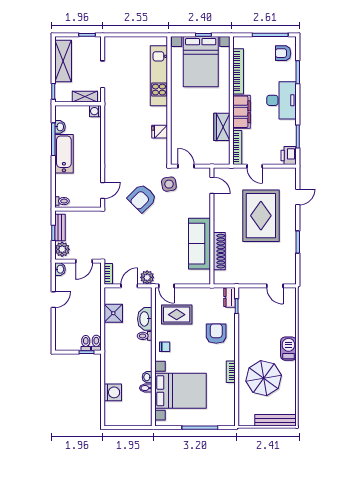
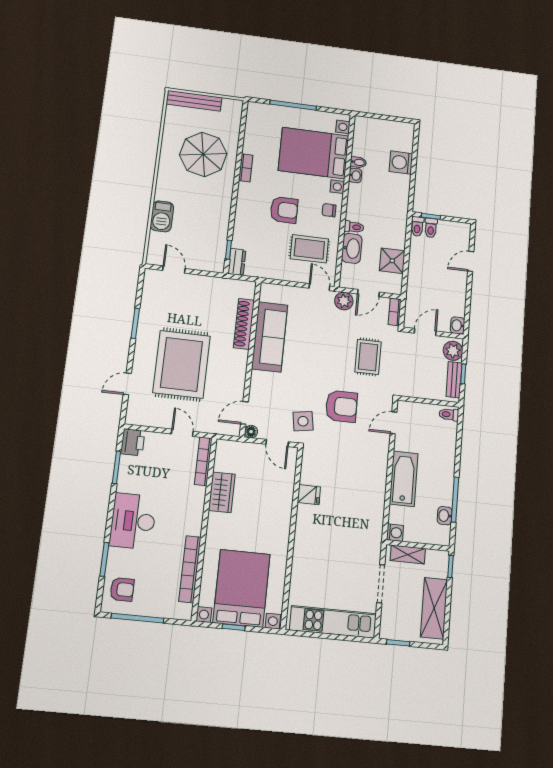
kitchen unit: (159, 76) -> (333, 622), moved, turned -90
filing cabinet: (242, 112) -> (192, 511), removed
bathtub: (64, 154) -> (404, 479), moved, turned 180
floor lamp: (206, 172) -> (251, 432), added
door: (212, 185) -> (244, 413), hinge flipped
armchair: (142, 198) -> (341, 406), turned 45
rug: (125, 237) -> (368, 357), added
door: (53, 300) -> (471, 261), moved
armchair: (216, 334) -> (284, 210), moved, turned -90
barbecue: (288, 349) -> (162, 216), moved

